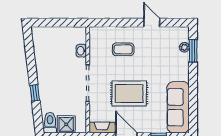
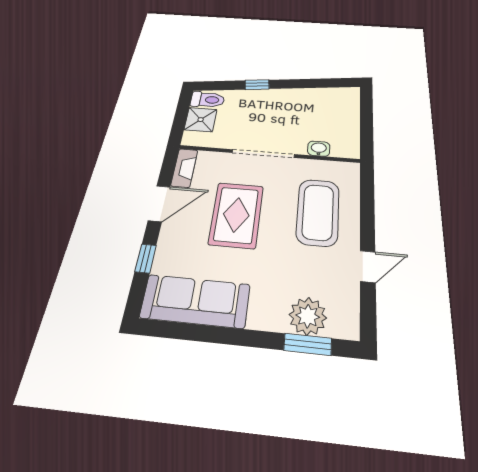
plant: (184, 47) -> (308, 316), width x1.87, depth x1.87
coffee table: (123, 49) -> (318, 212), width x1.86, depth x1.72

